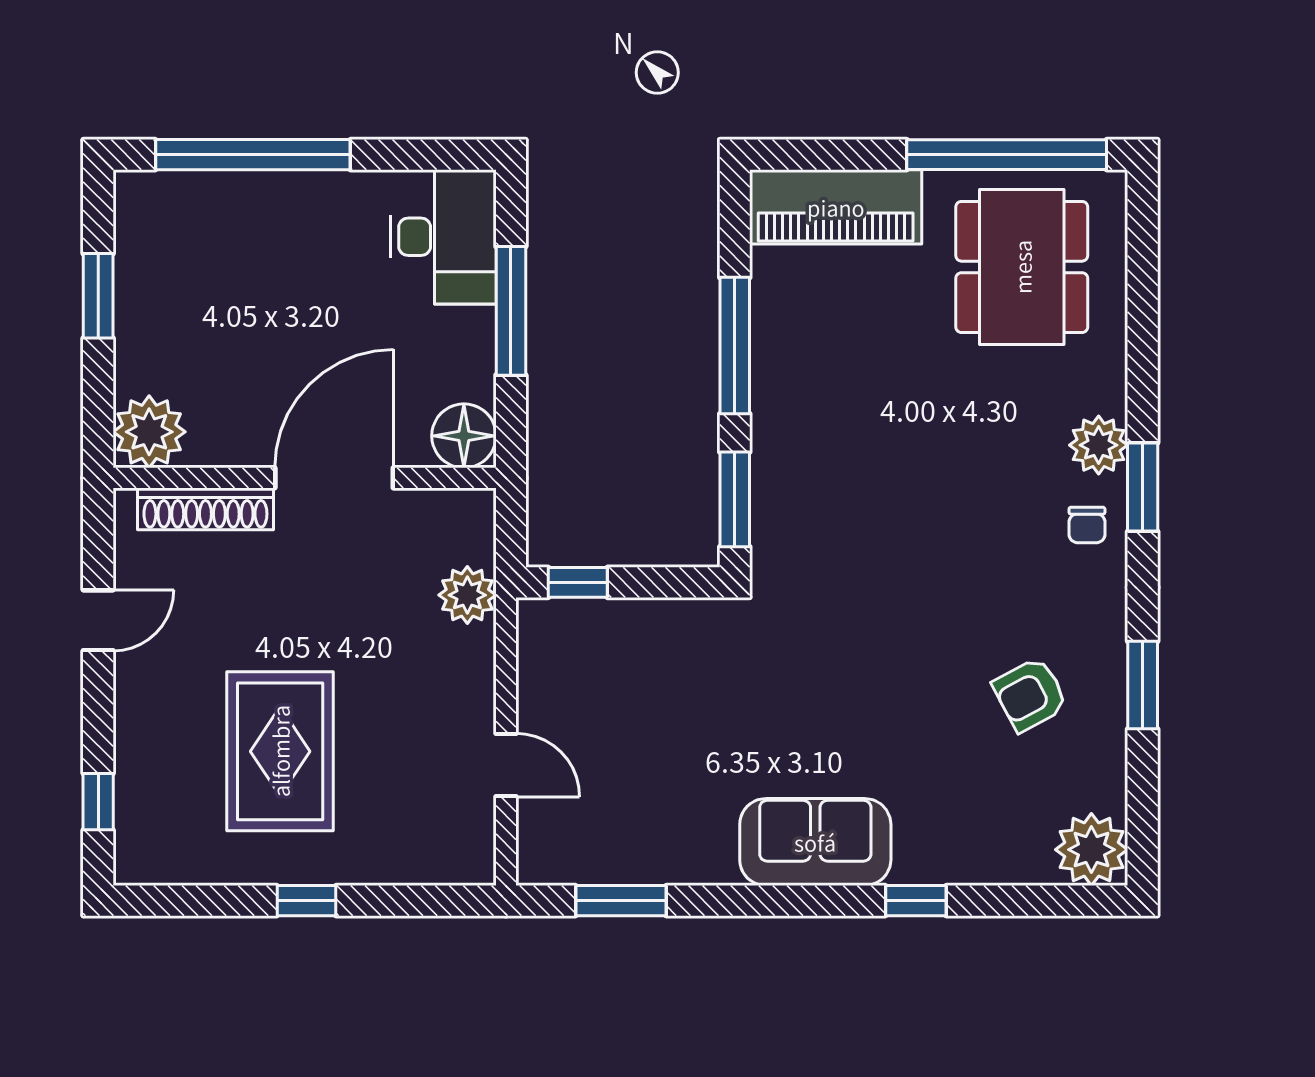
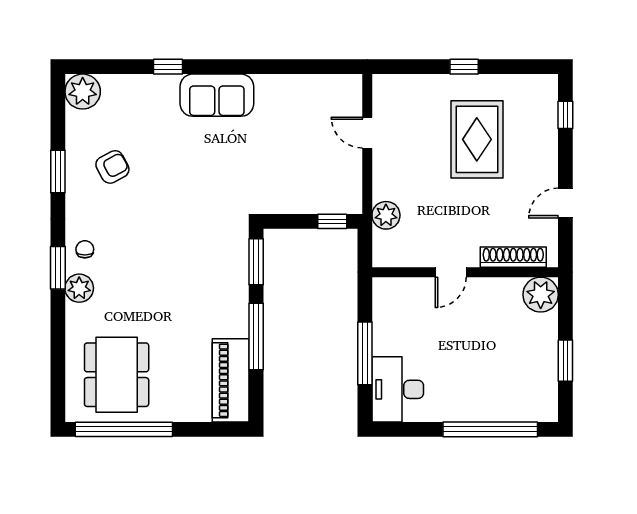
piano: (836, 207) -> (231, 380), moved, turned -90
floor lamp: (464, 436) -> (388, 293), removed
door: (334, 478) -> (451, 272), width x0.53
window: (621, 901) -> (311, 67), removed

